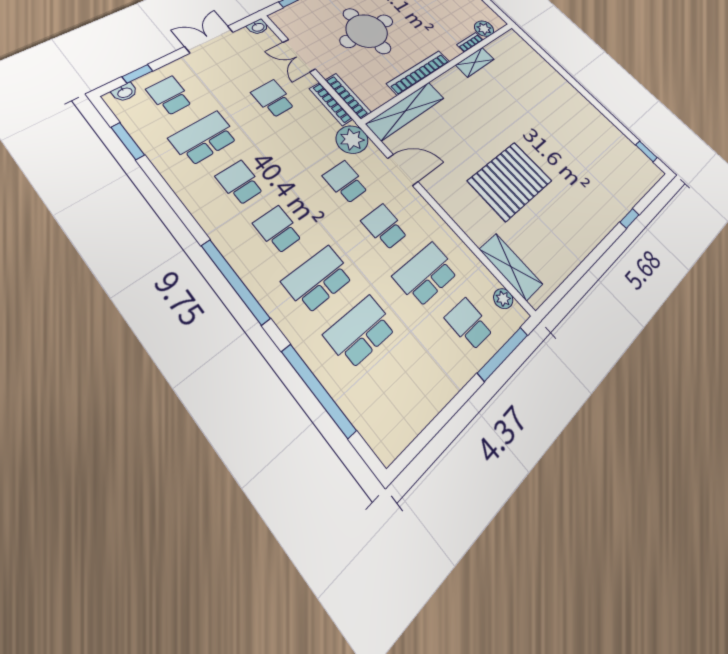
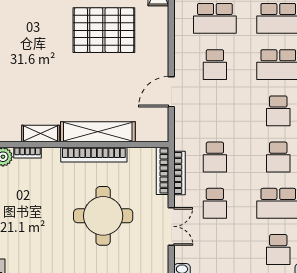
shelving: (406, 111) -> (98, 132), moved
plant: (352, 140) -> (187, 137), removed
door: (403, 170) -> (171, 92), hinge flipped
school desk: (346, 182) -> (215, 157), moved

